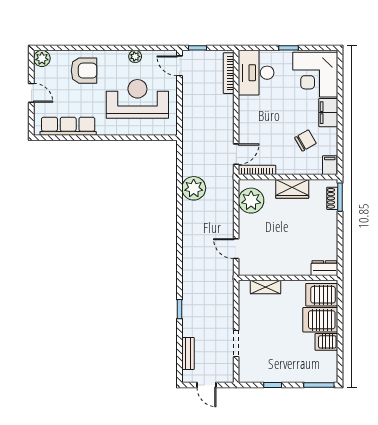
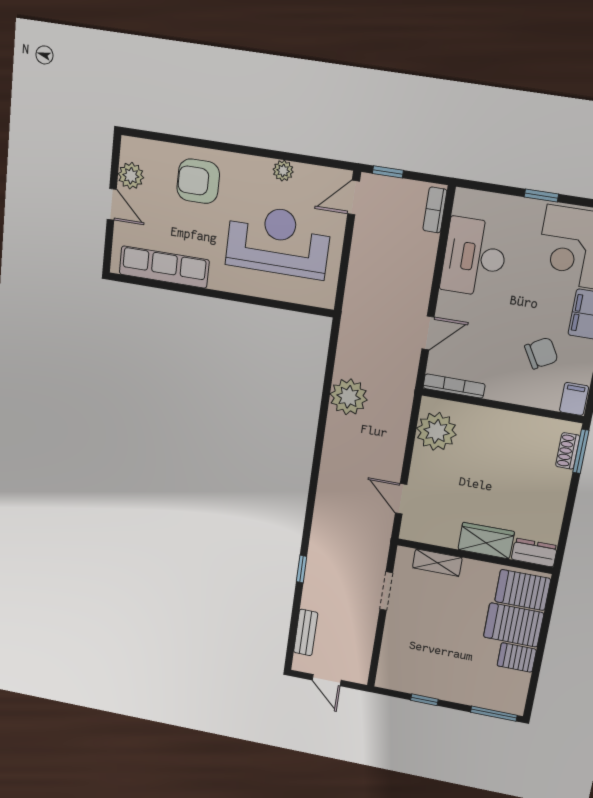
plant: (42, 58) -> (131, 176), moved
door: (179, 66) -> (354, 198), hinge flipped
armchair: (84, 71) -> (198, 181), turned 180
bookcase: (229, 73) -> (435, 210), width x0.64
desk: (256, 73) -> (474, 257), moved
door: (236, 154) -> (428, 333), moved
wardrobe: (292, 189) -> (486, 541), moved, turned 180
doorway: (236, 343) -> (386, 591), moved

